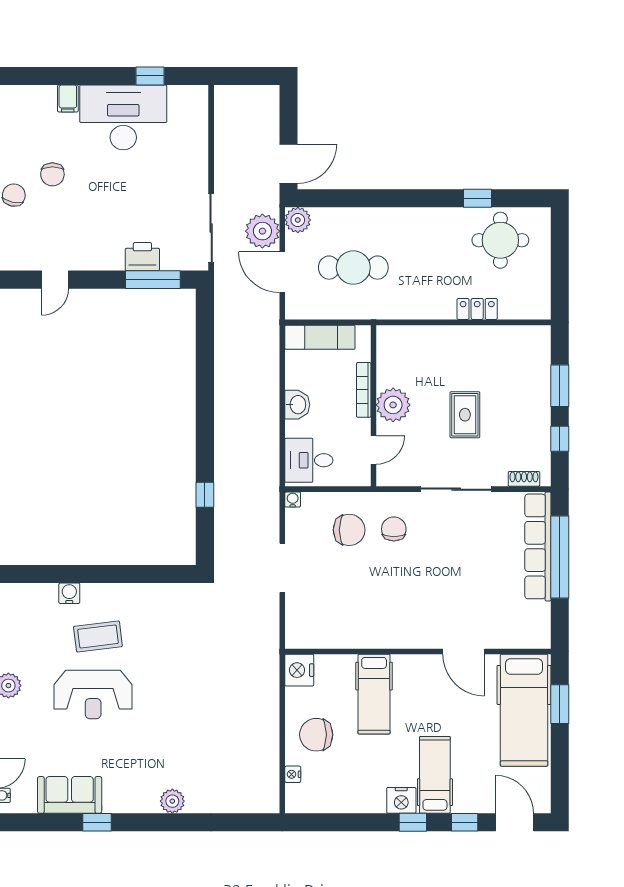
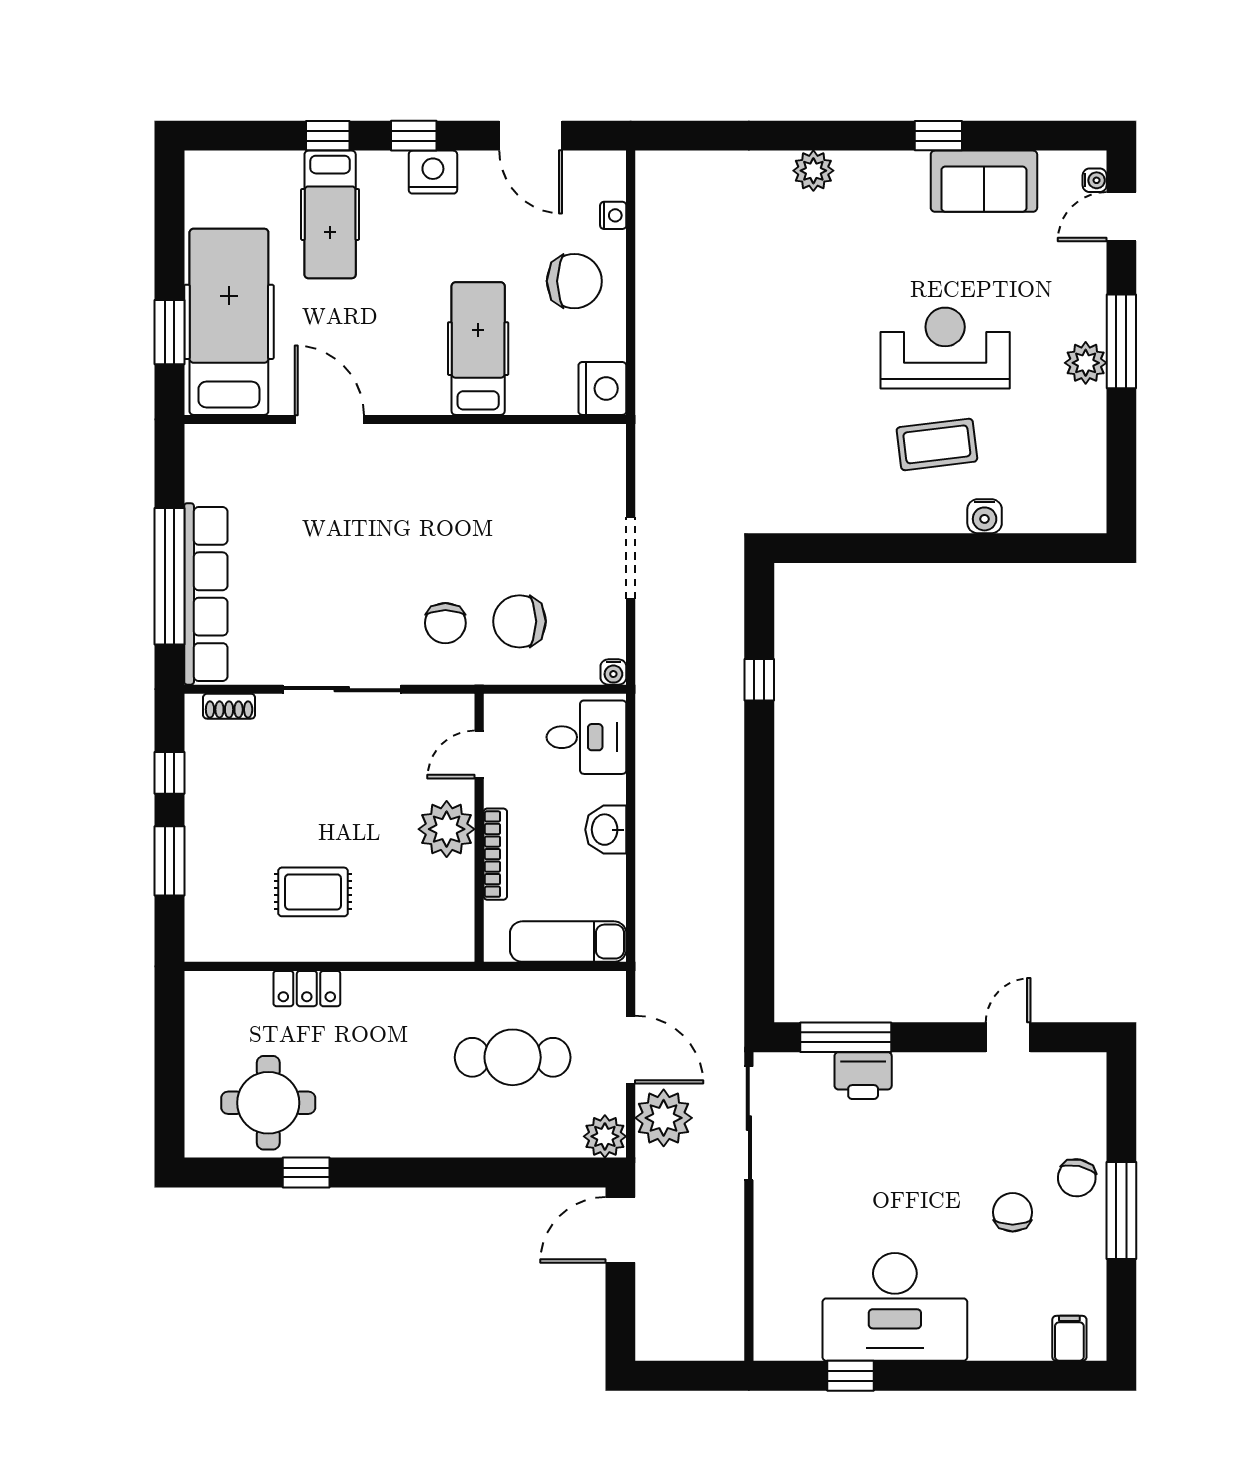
filing cabinet: (68, 98) -> (1069, 1338), moved
rug: (465, 415) -> (313, 892), moved, turned 90
hospital bed: (435, 775) -> (330, 214), moved
door: (515, 822) -> (531, 136), moved

